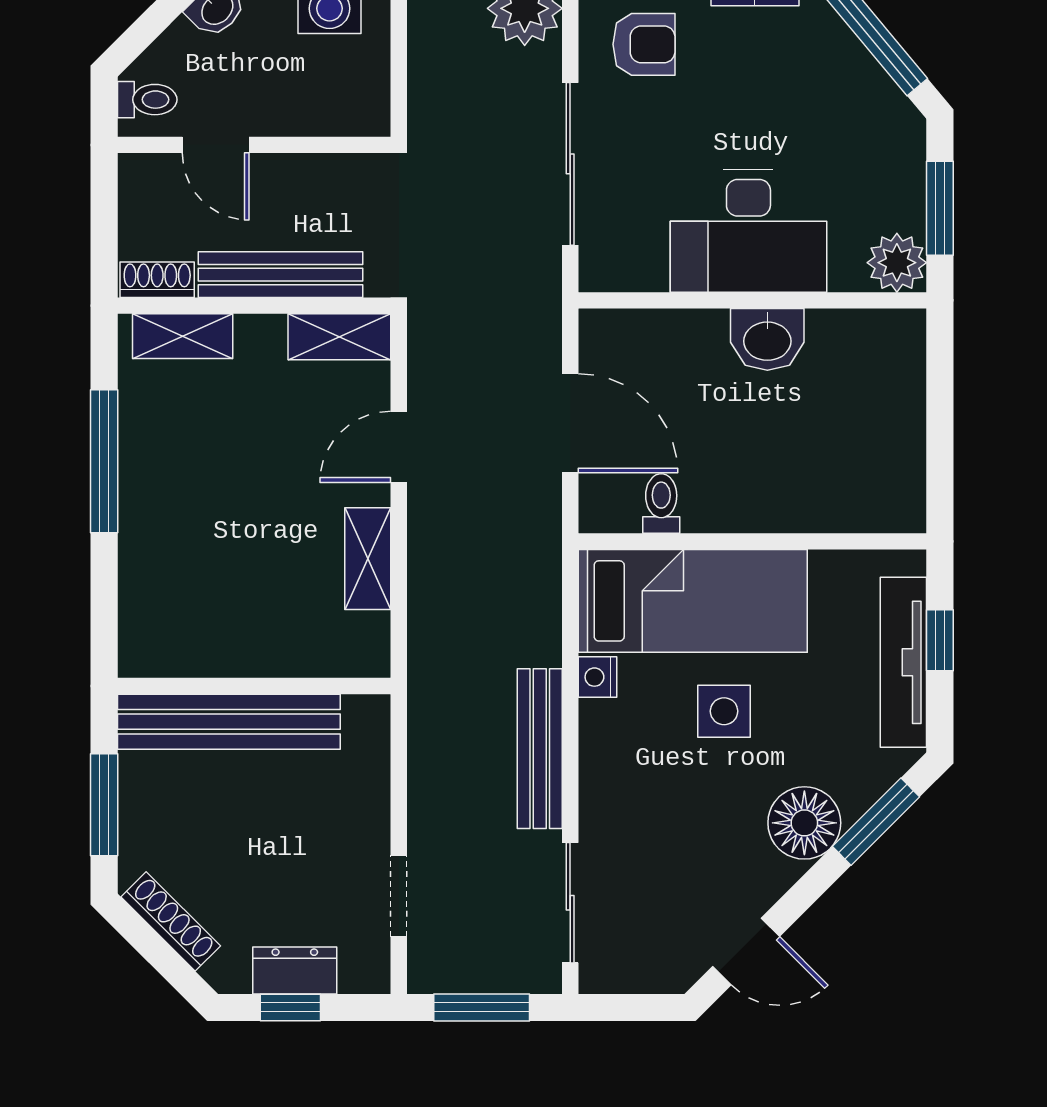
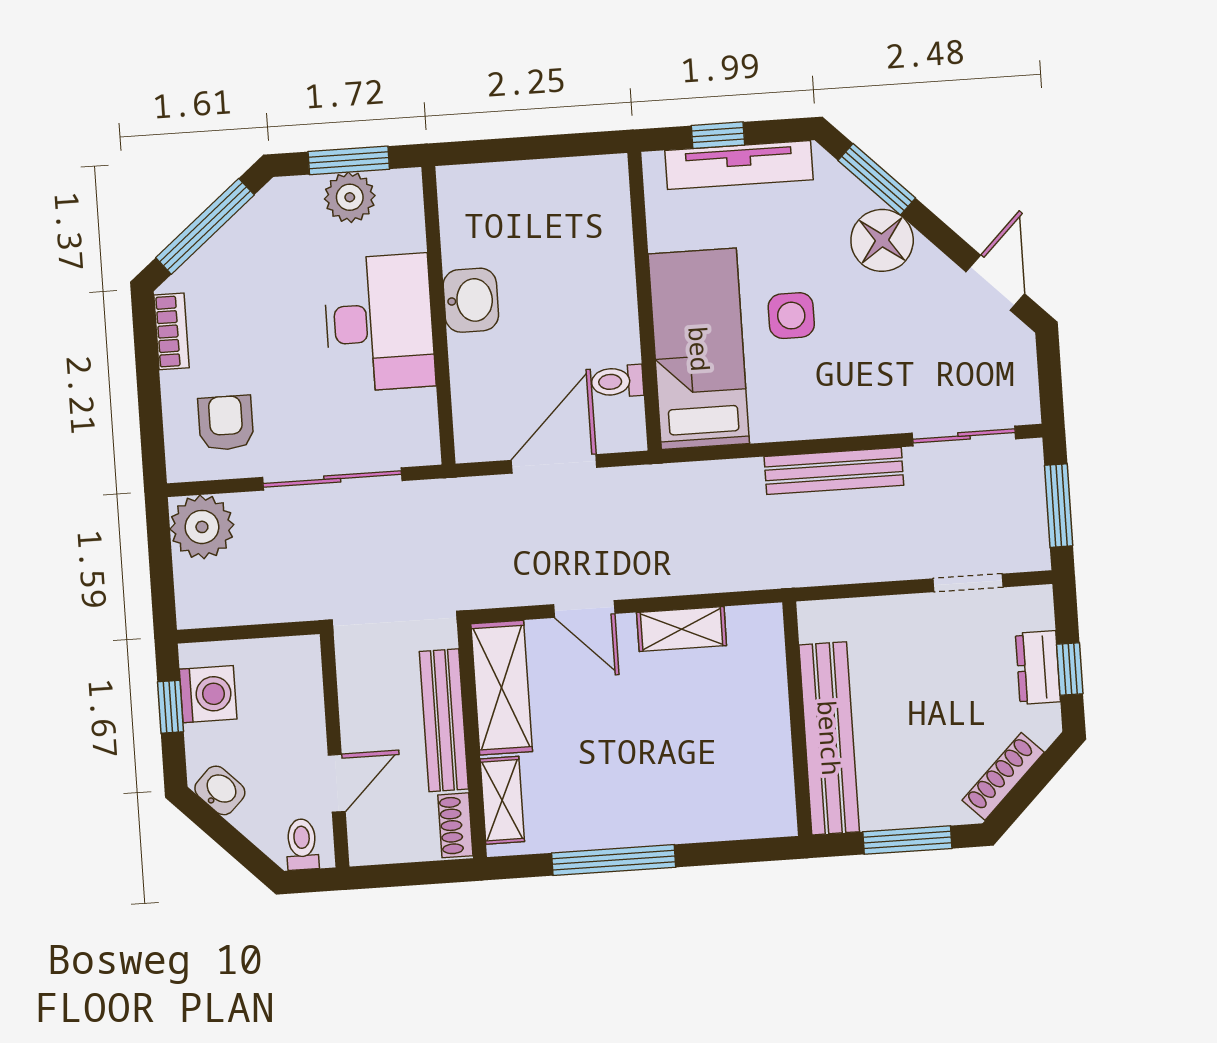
plant: (897, 263) -> (350, 197), moved
shelving: (339, 337) -> (502, 688), width x1.50, depth x1.33
nightstand: (597, 677) -> (769, 426), removed

